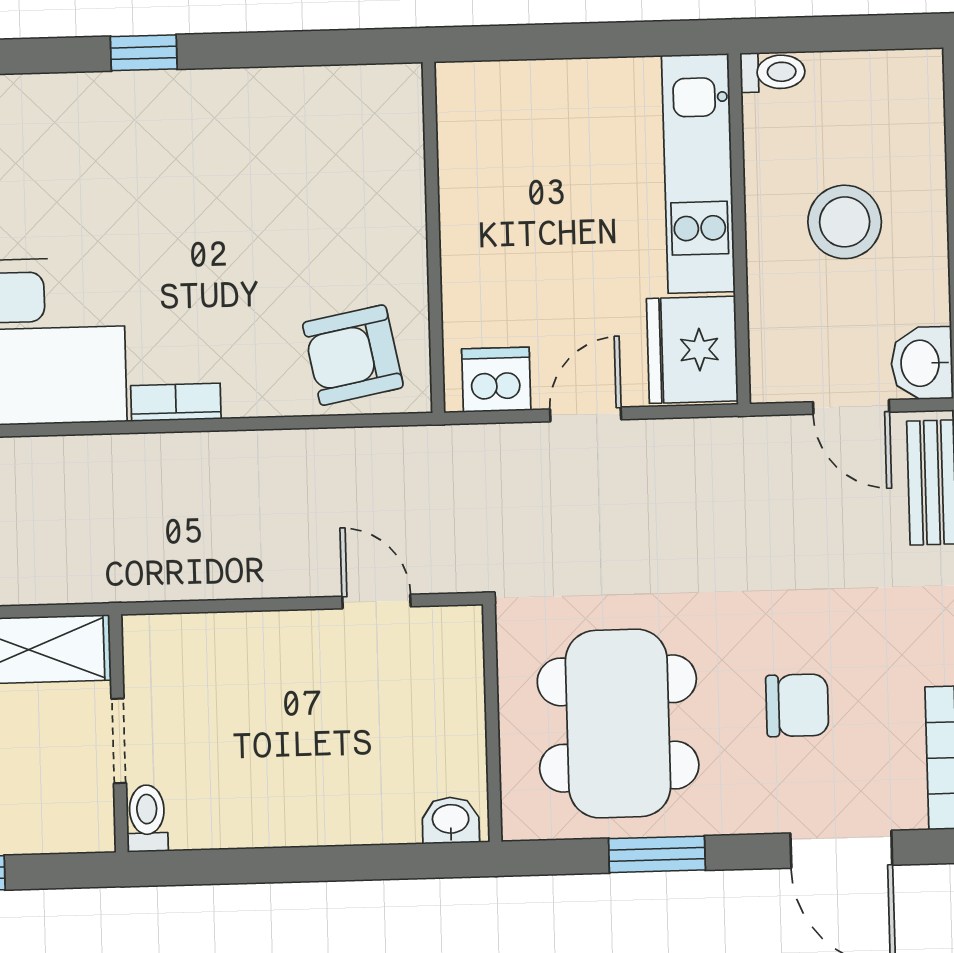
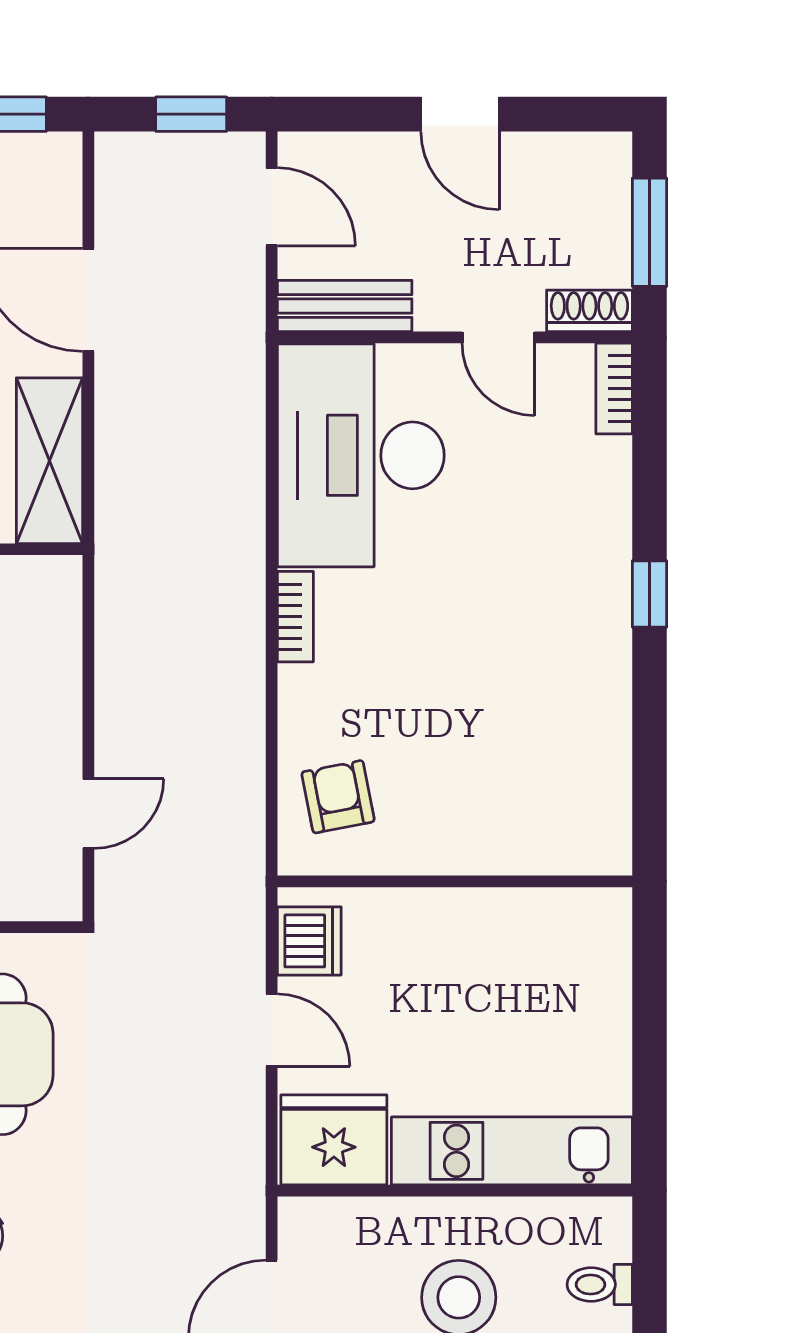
toilet: (773, 72) -> (600, 1285), moved, turned 90
armchair: (353, 355) -> (338, 797), width x0.72, depth x0.72

